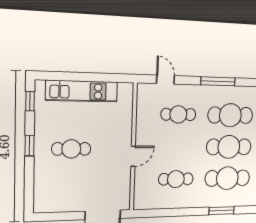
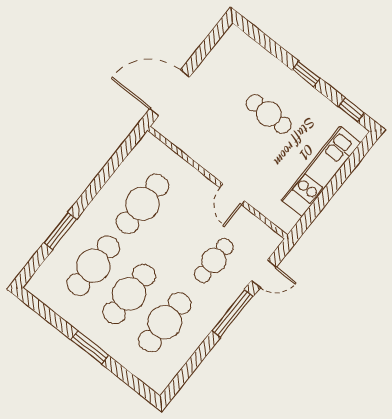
window: (218, 81) -> (232, 313), moved
cafe table: (71, 149) -> (269, 114), turned 90
door: (133, 156) -> (232, 194), moved
cafe table: (176, 179) -> (142, 204), width x1.37, depth x1.35

